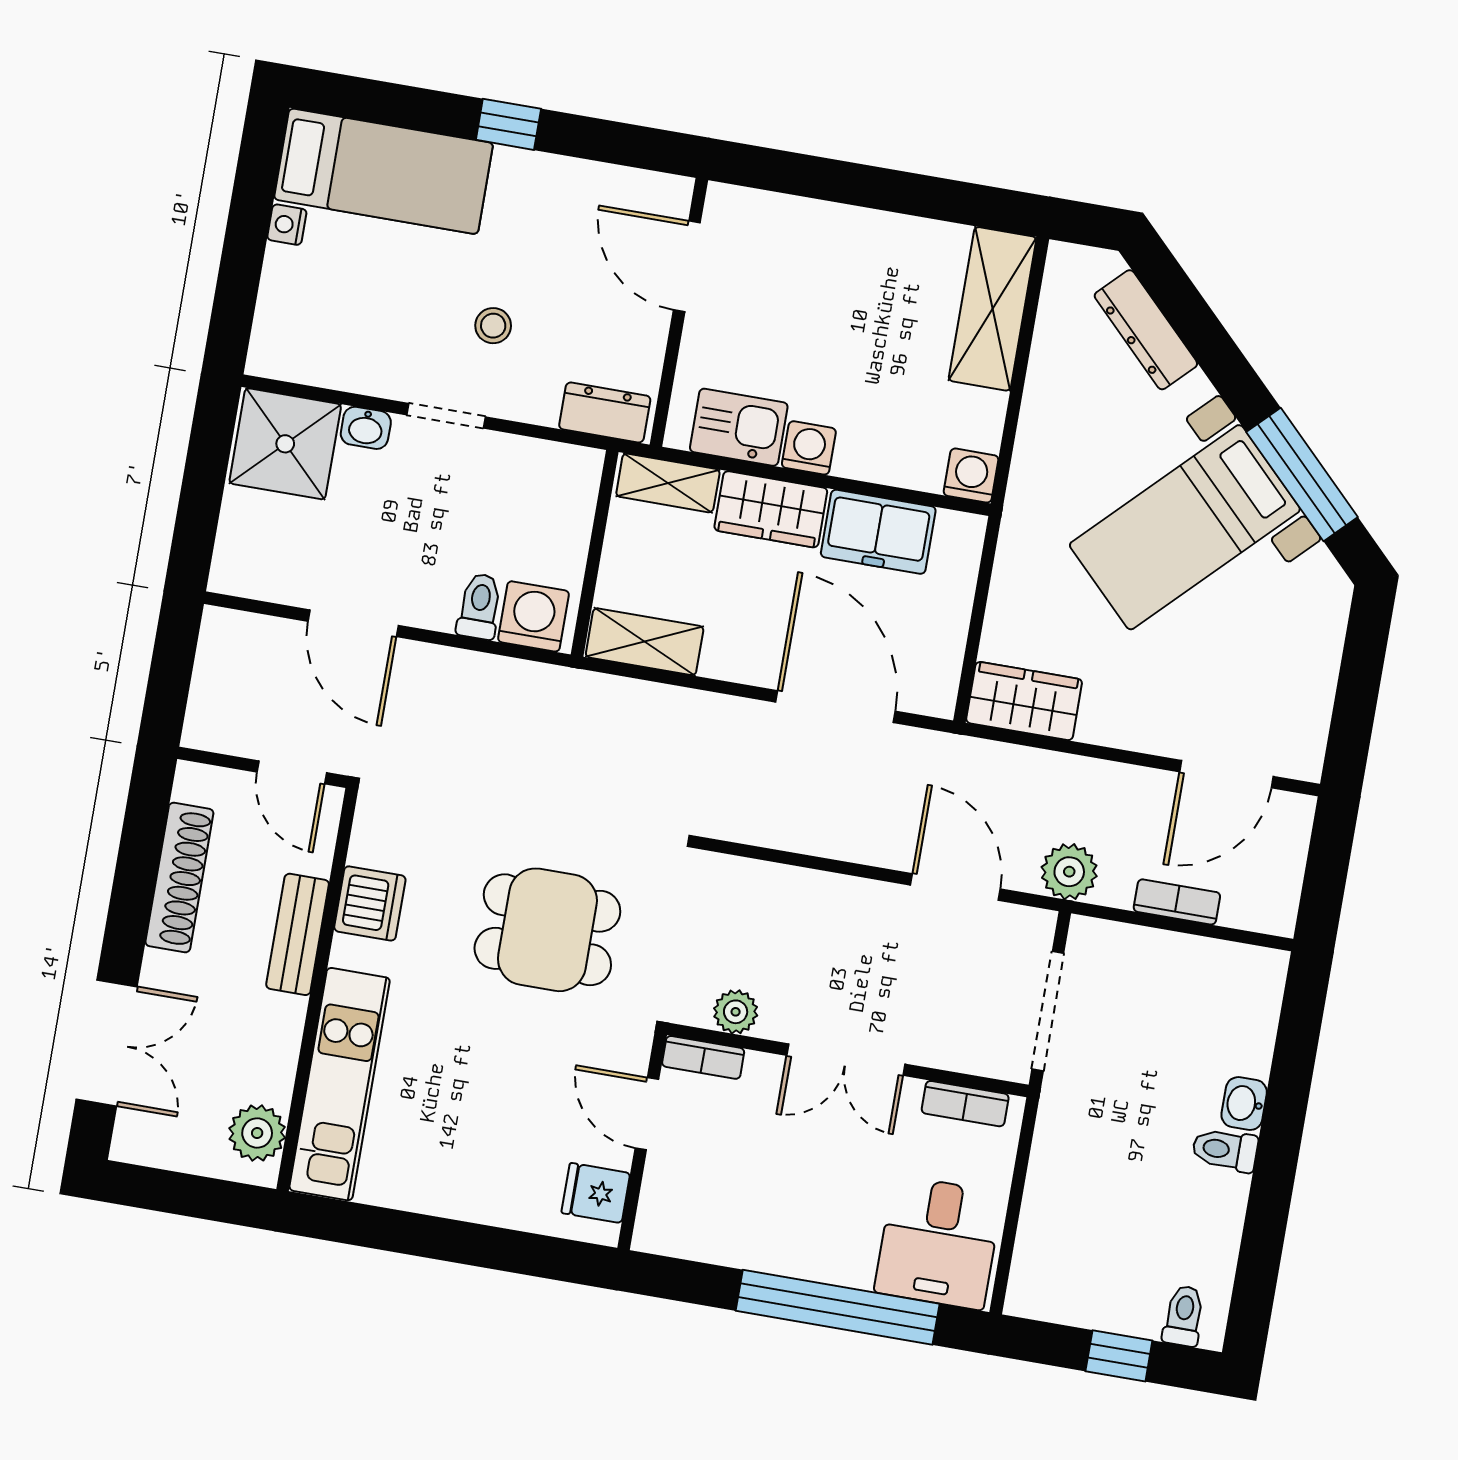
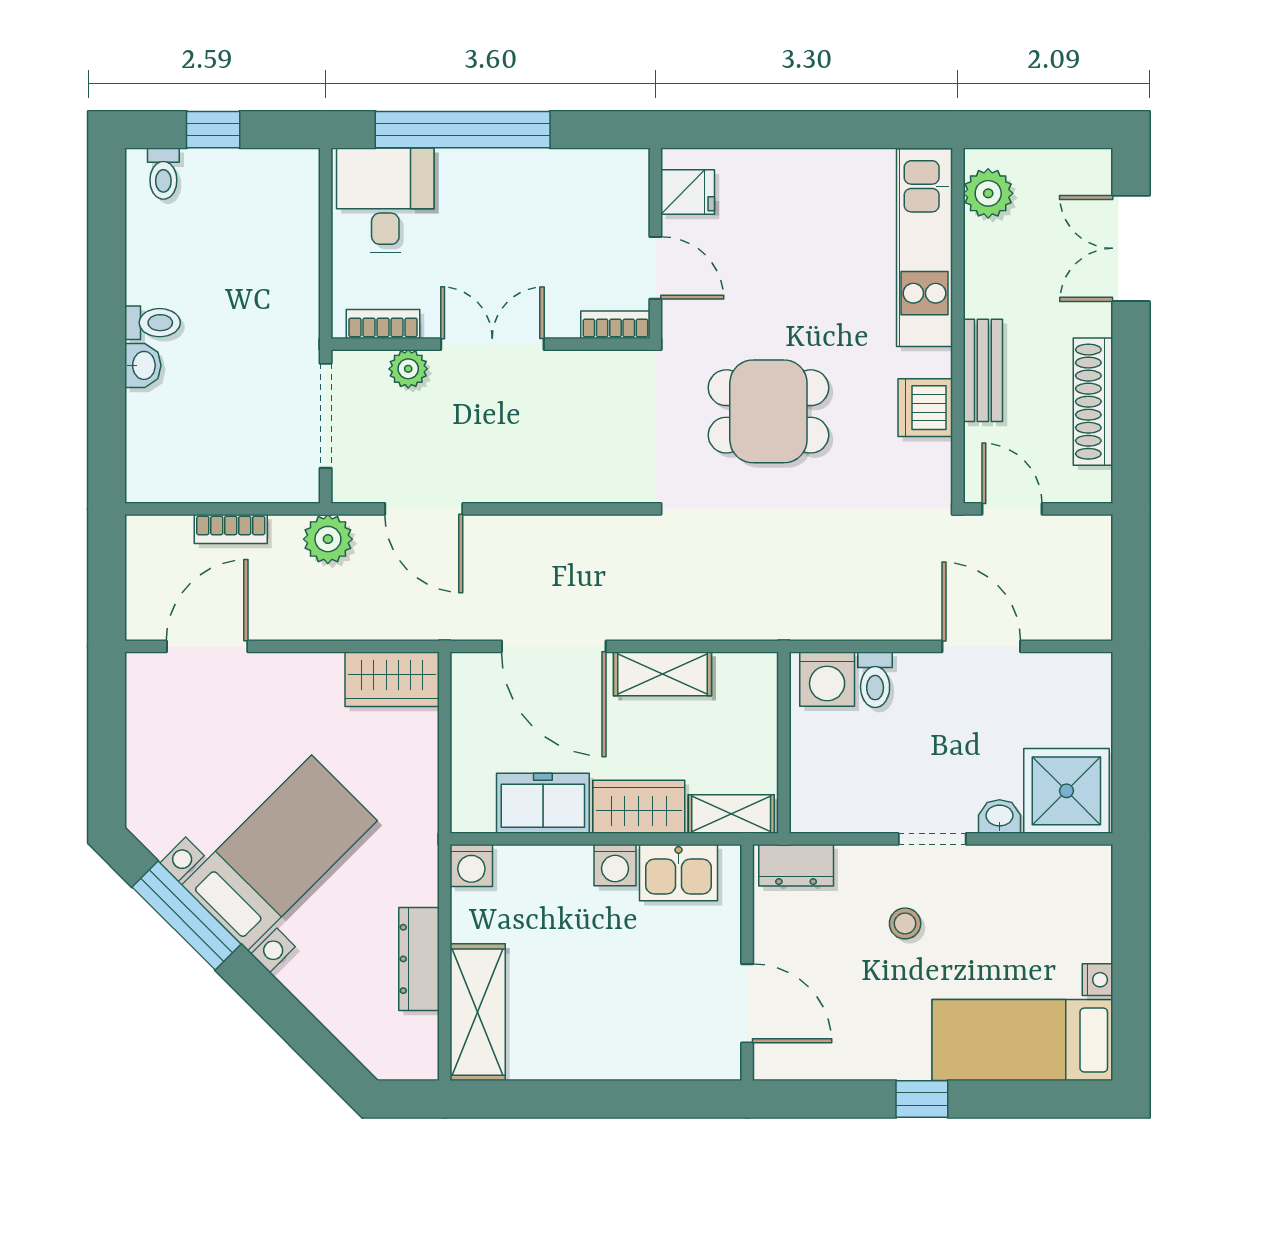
dresser: (1146, 330) -> (419, 959), moved, turned -135
shelving: (645, 642) -> (663, 674), moved
plant: (736, 1012) -> (408, 369), moved

